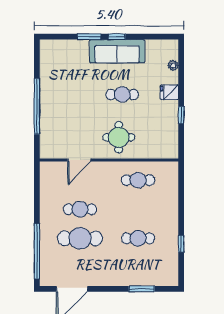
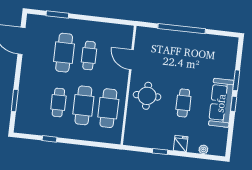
cafe table: (138, 180) -> (108, 108), width x1.37, depth x1.35
cafe table: (138, 209) -> (83, 105), added
window: (37, 251) -> (57, 14), width x0.47

